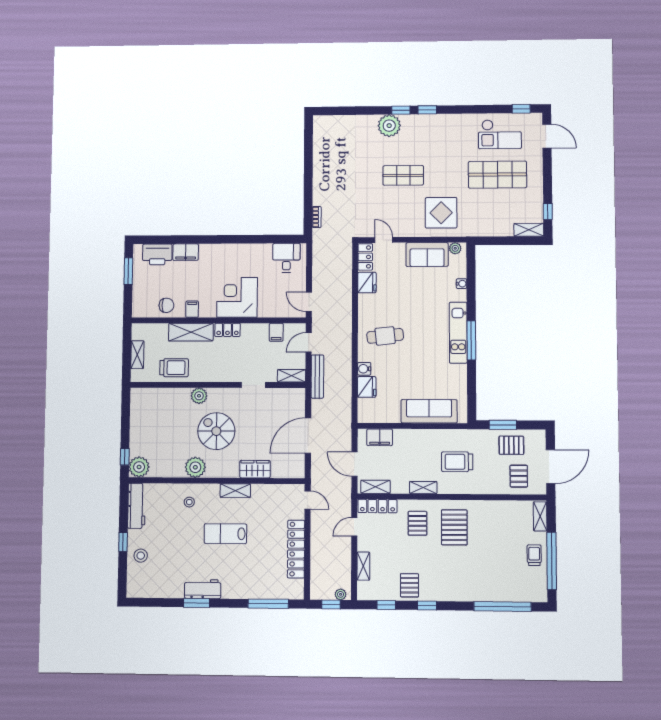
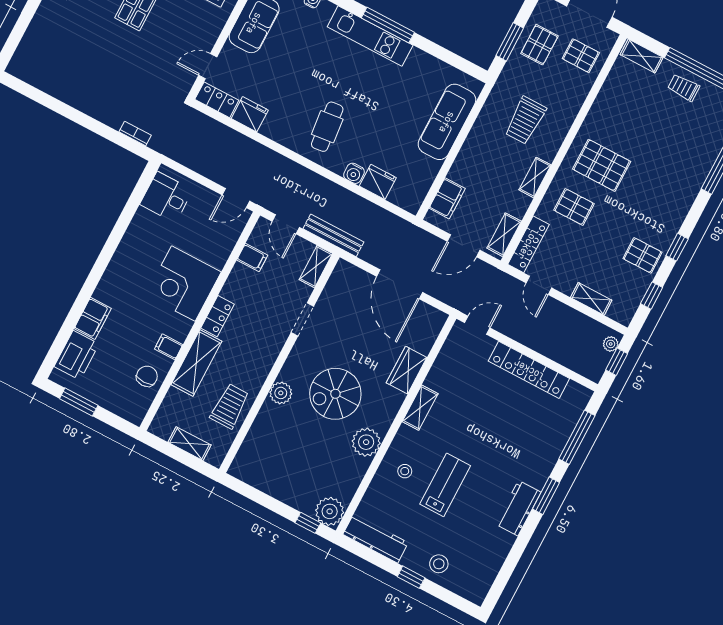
lab bench: (225, 534) -> (445, 485), moved, turned 180
window: (196, 603) -> (546, 496), moved

